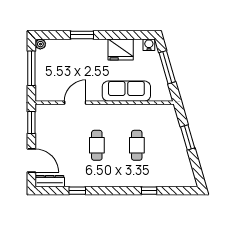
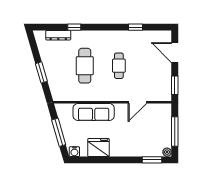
window: (82, 35) -> (152, 160), moved
cafe table: (137, 145) -> (85, 66), width x1.37, depth x1.35
dresser: (50, 181) -> (58, 35), moved

